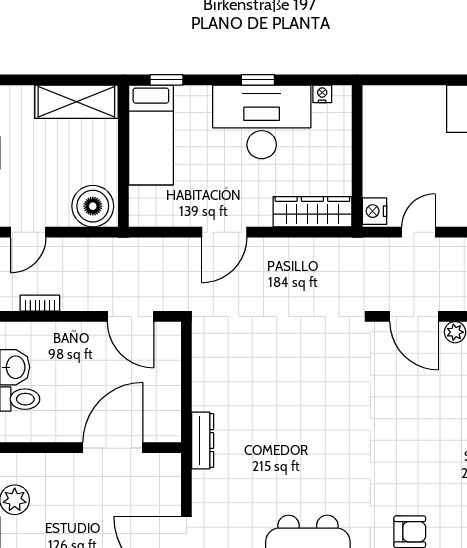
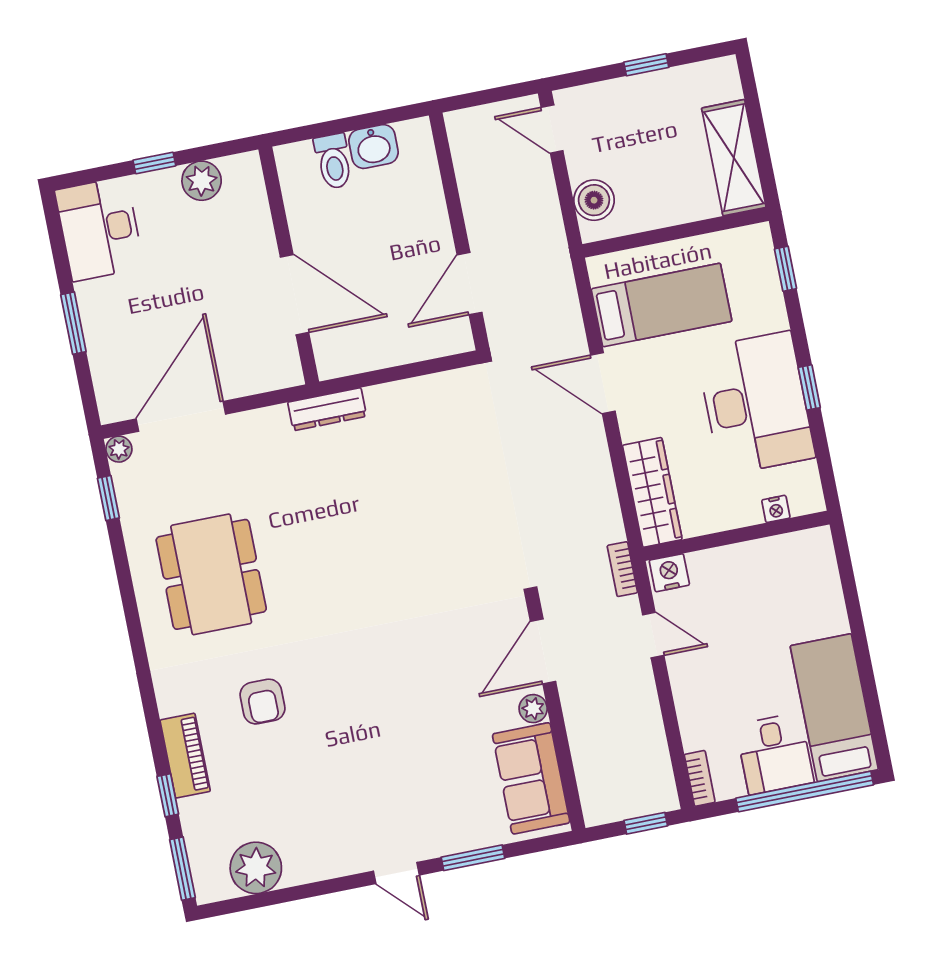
nightstand: (322, 94) -> (776, 509), moved, turned 90
bed: (151, 135) -> (662, 305), moved, turned 180
boiler: (93, 206) -> (594, 200), width x0.73, depth x0.73
bookcase: (40, 303) -> (622, 569), moved, turned 180

